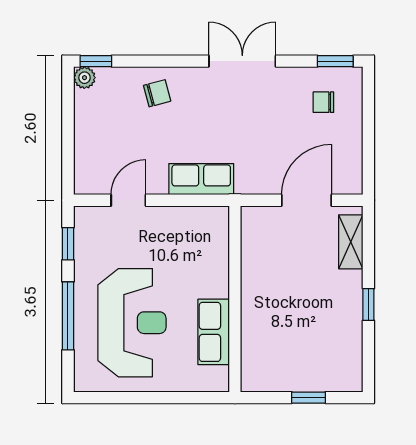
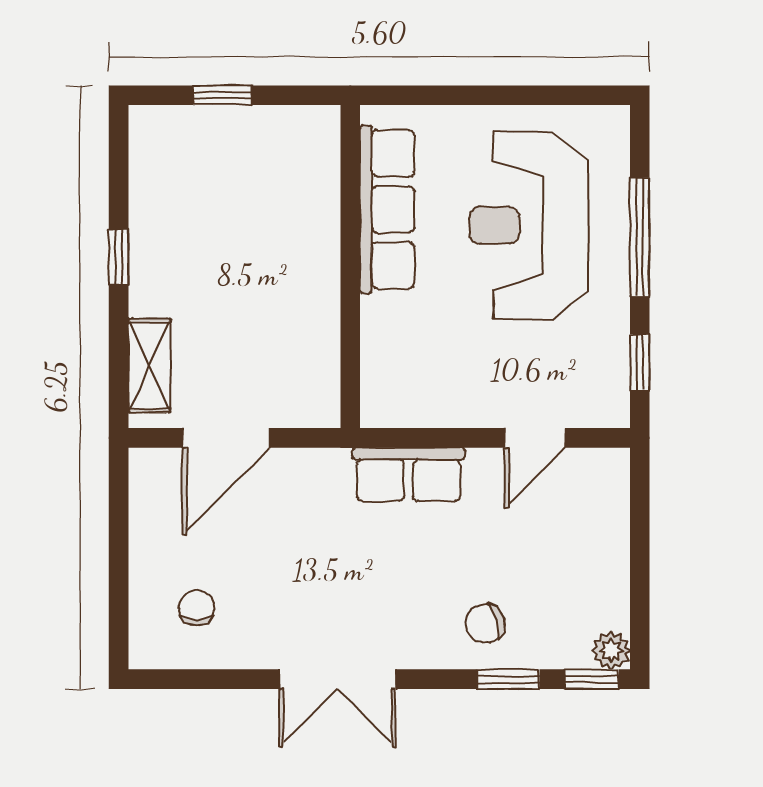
window: (335, 61) -> (508, 679), moved
chair: (323, 102) -> (196, 608), turned -90
row of seats: (214, 332) -> (387, 209), width x1.48

